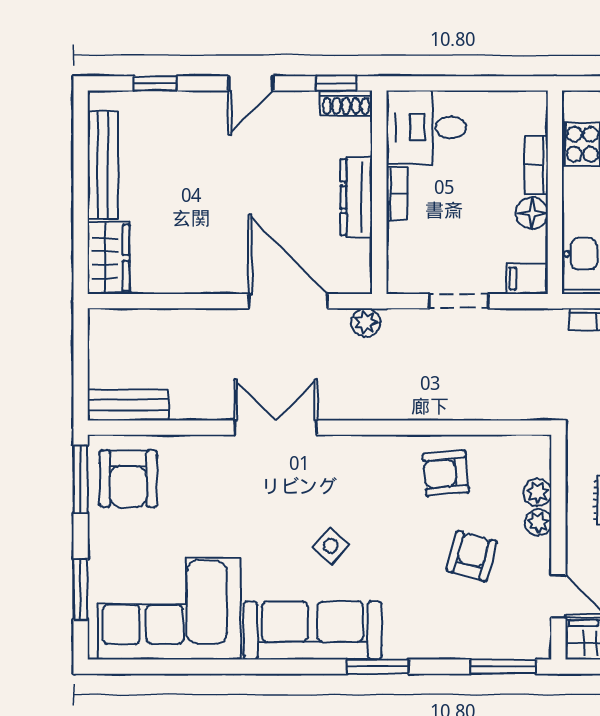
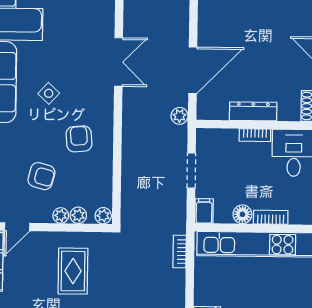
plant: (538, 450) -> (103, 216), added
armchair: (446, 473) -> (79, 139), moved

